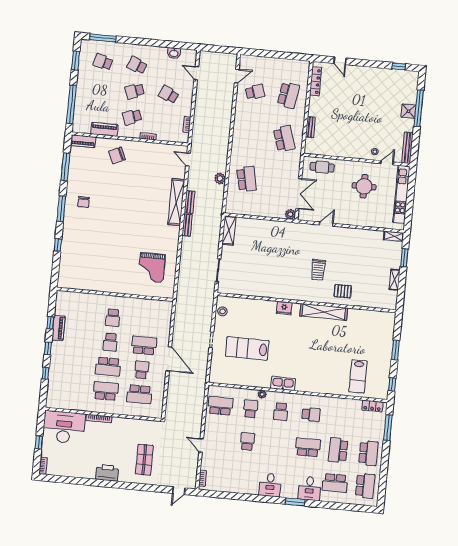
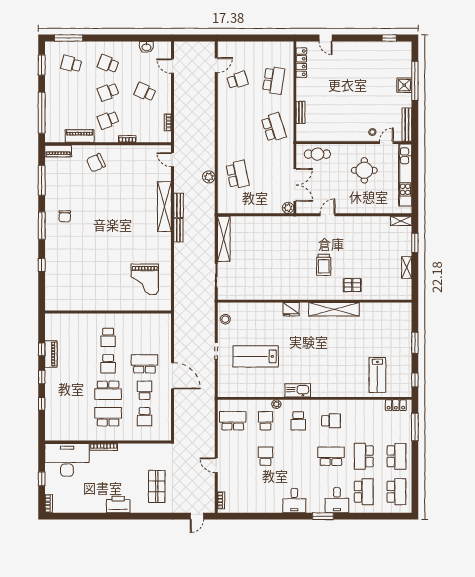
shelving: (229, 230) -> (224, 239), width x1.47
school desk: (139, 394) -> (145, 417), width x0.54
school desk: (335, 483) -> (364, 492), turned -90

